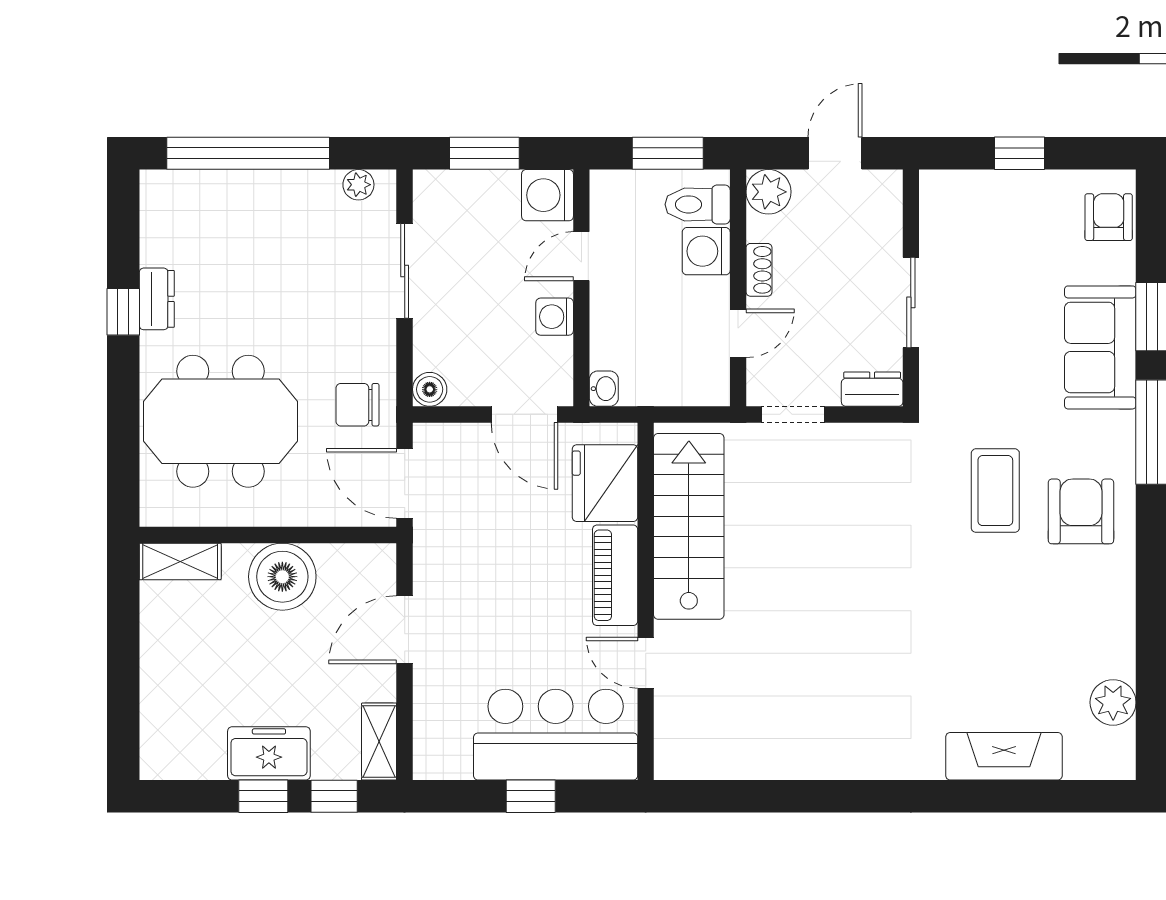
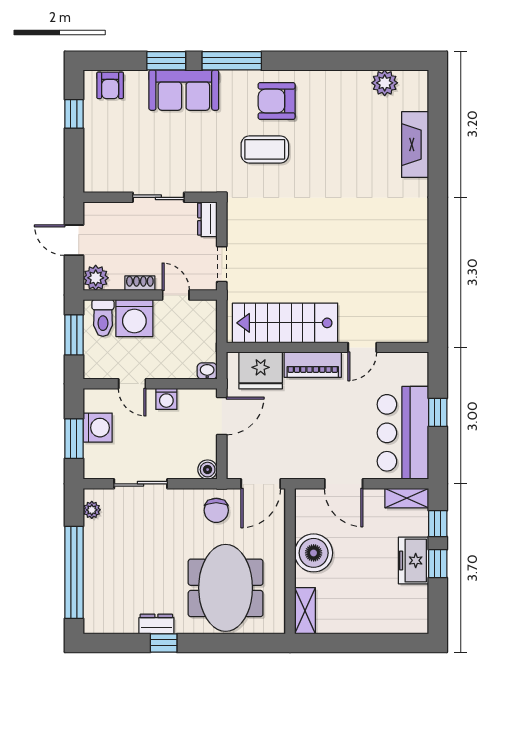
window: (1020, 153) -> (74, 114), moved
washing machine: (548, 195) -> (98, 428), moved, turned -90
armchair: (1109, 217) -> (110, 85), turned -90
washing machine: (706, 251) -> (134, 318), width x1.37, depth x1.37
bar counter: (556, 735) -> (403, 433), moved

